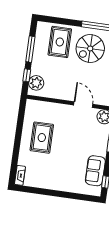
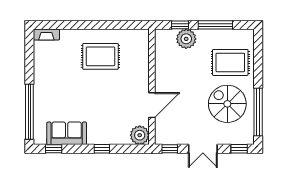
plant: (36, 83) -> (186, 39), moved
window: (75, 196) -> (29, 112), added

